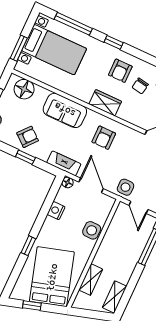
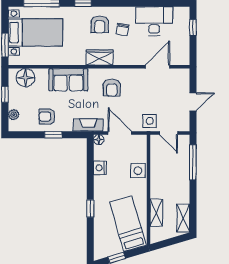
armchair: (28, 137) -> (47, 117), turned -130
bed: (52, 277) -> (128, 224), width x0.67

